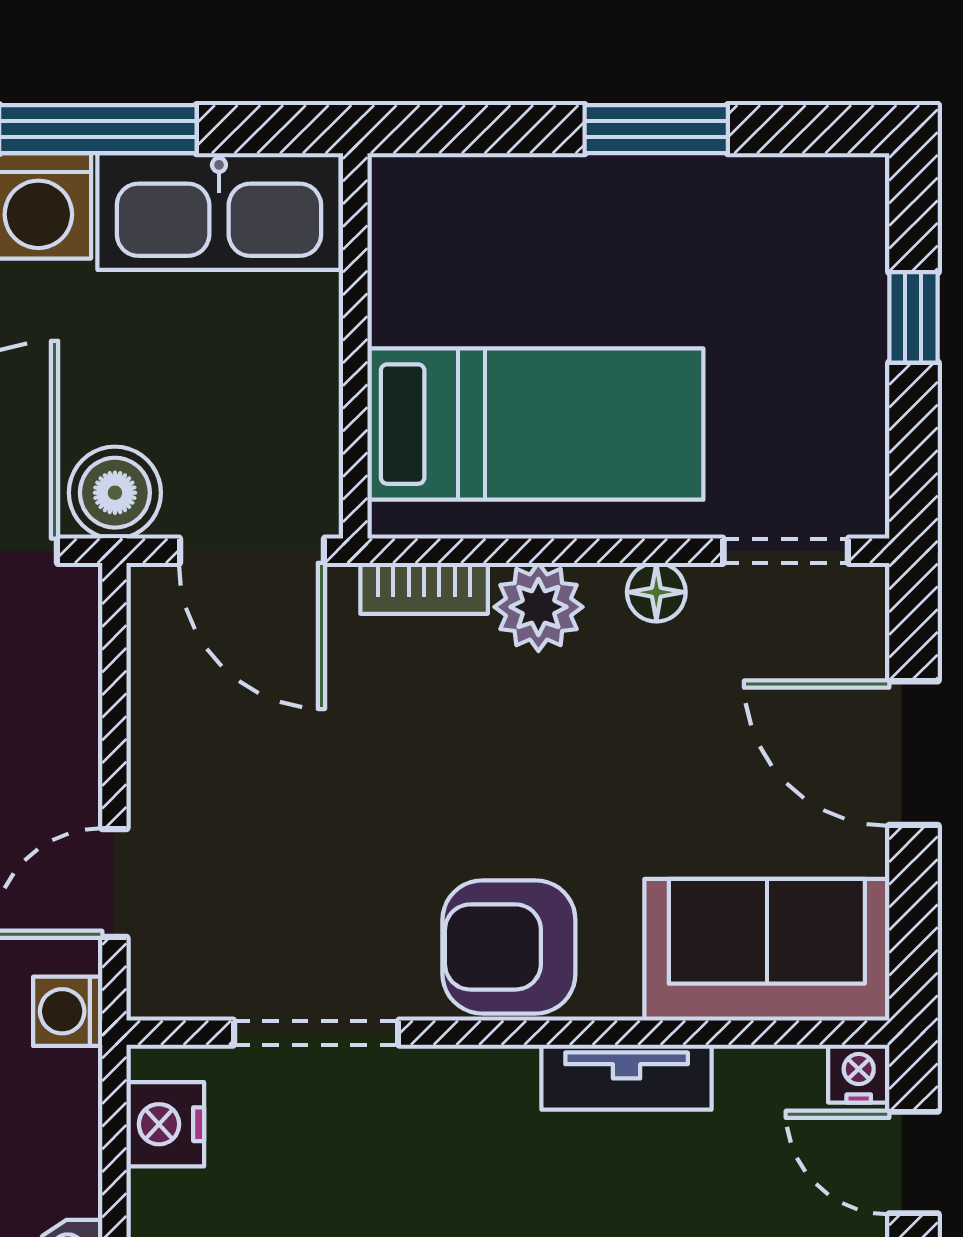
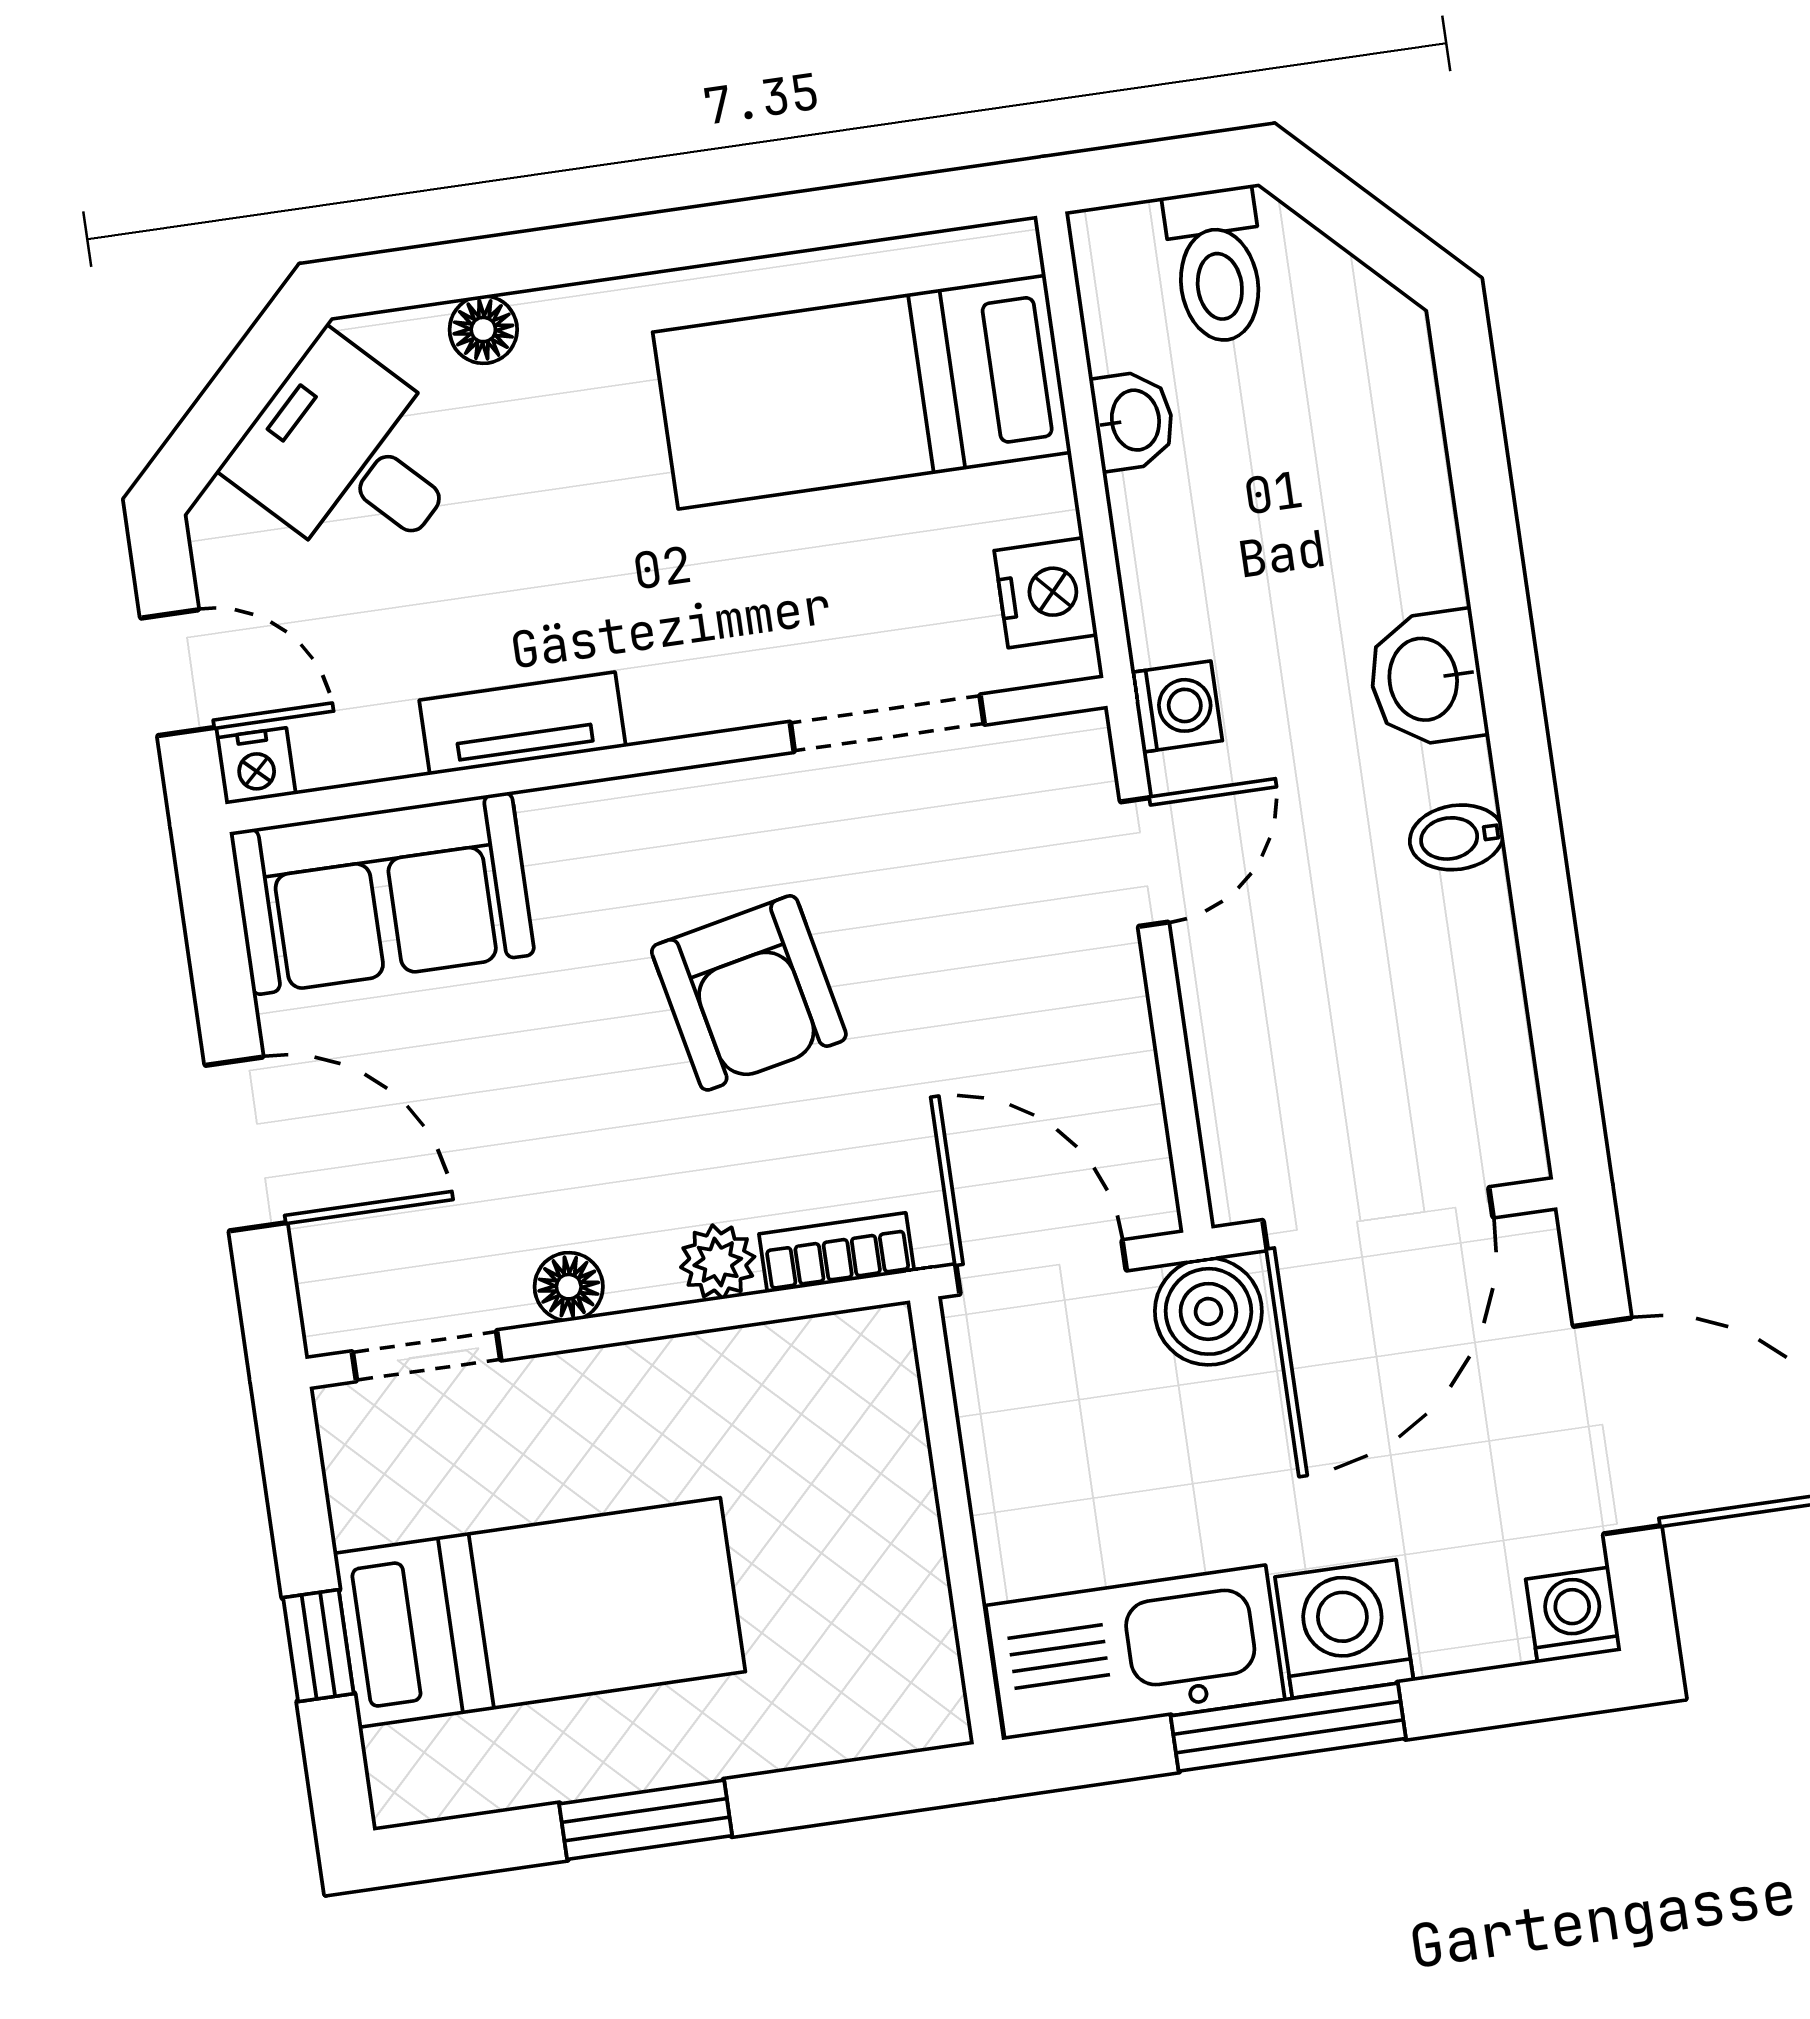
bed: (535, 424) -> (539, 1613), moved, turned 180
plant: (538, 607) -> (718, 1262), width x0.73, depth x0.73
armchair: (509, 947) -> (749, 993), moved, turned 78

